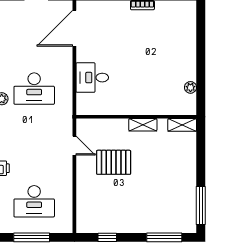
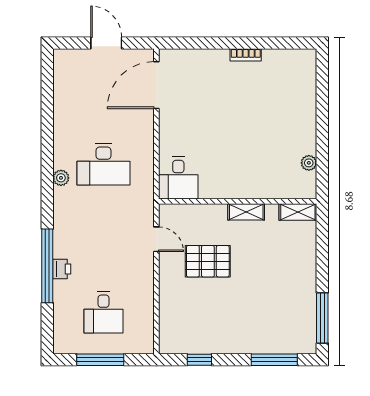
desk: (92, 78) -> (178, 178), moved, turned -90
desk: (34, 201) -> (103, 312), width x0.73

